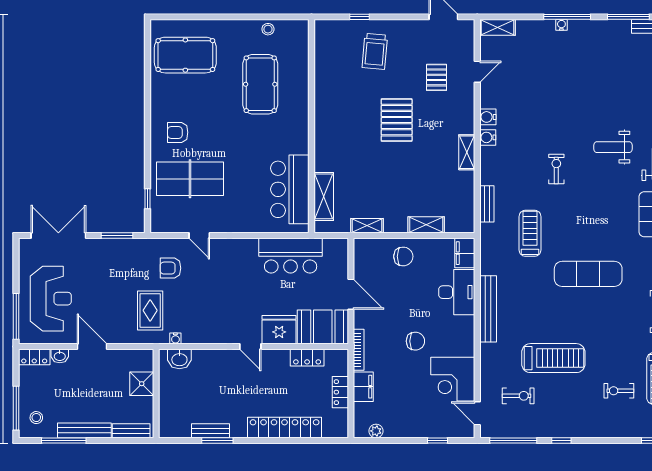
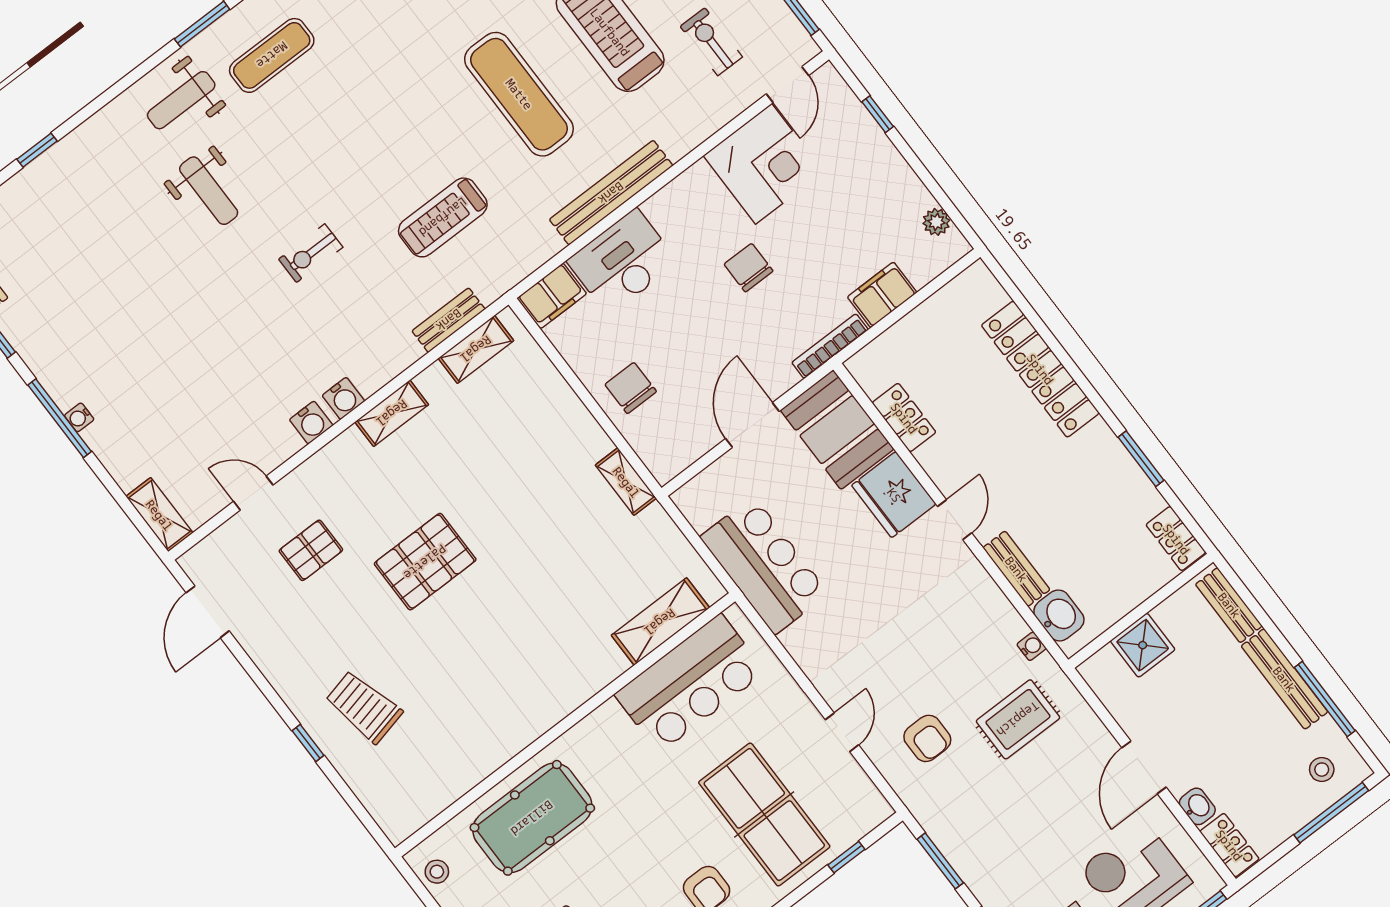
trolley: (375, 51) -> (364, 707), moved, turned -108
wall: (312, 126) -> (565, 725), moved
bar counter: (290, 189) -> (690, 683), moved
shelving: (324, 196) -> (660, 622), moved
shelving: (426, 225) -> (476, 349), moved, turned 90
exercise mat: (588, 274) -> (519, 94), moved
locker: (340, 392) -> (1176, 539), moved, turned 90
bench: (210, 431) -> (1016, 569), moved

